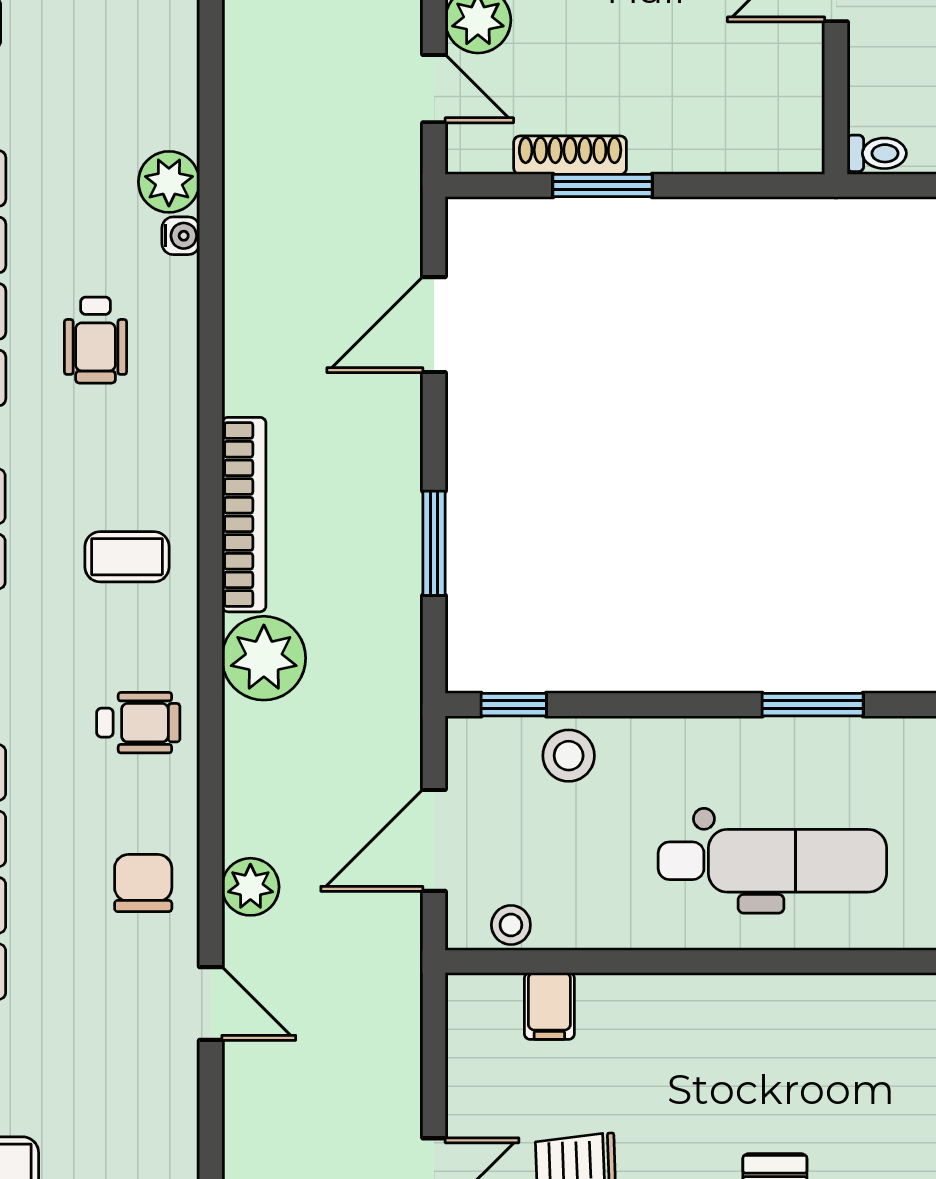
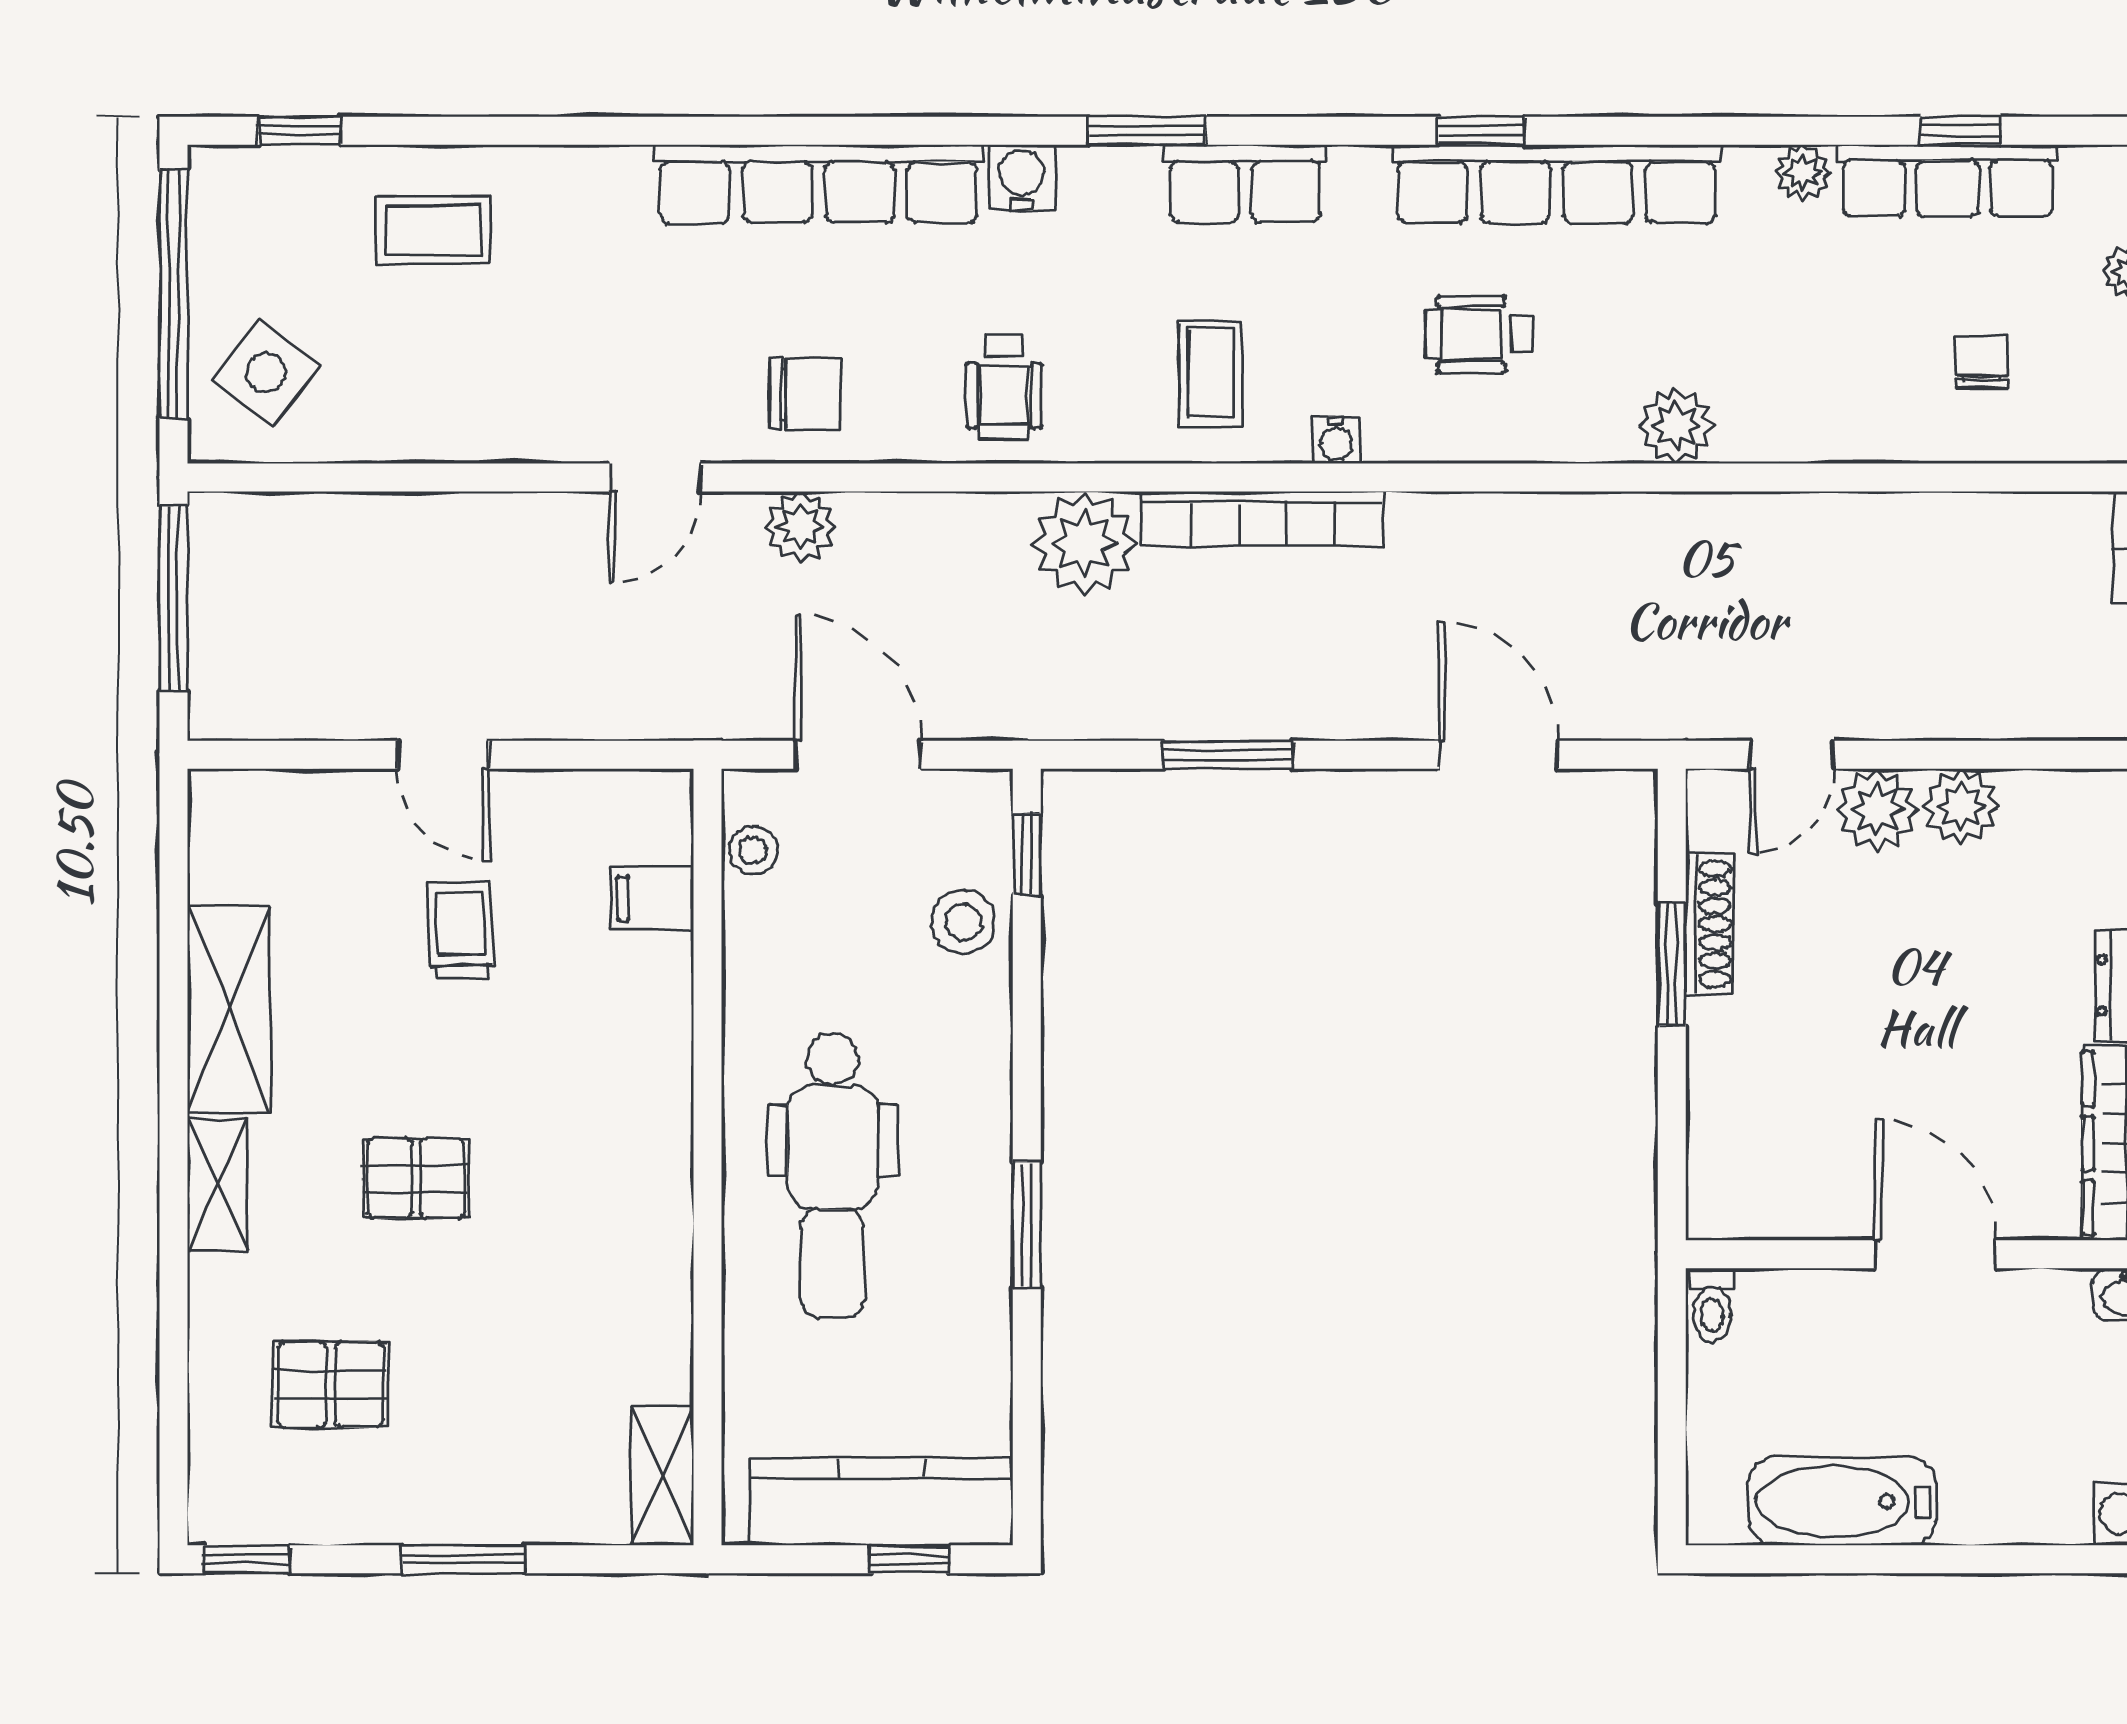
water cooler: (181, 236) -> (1336, 440), moved

